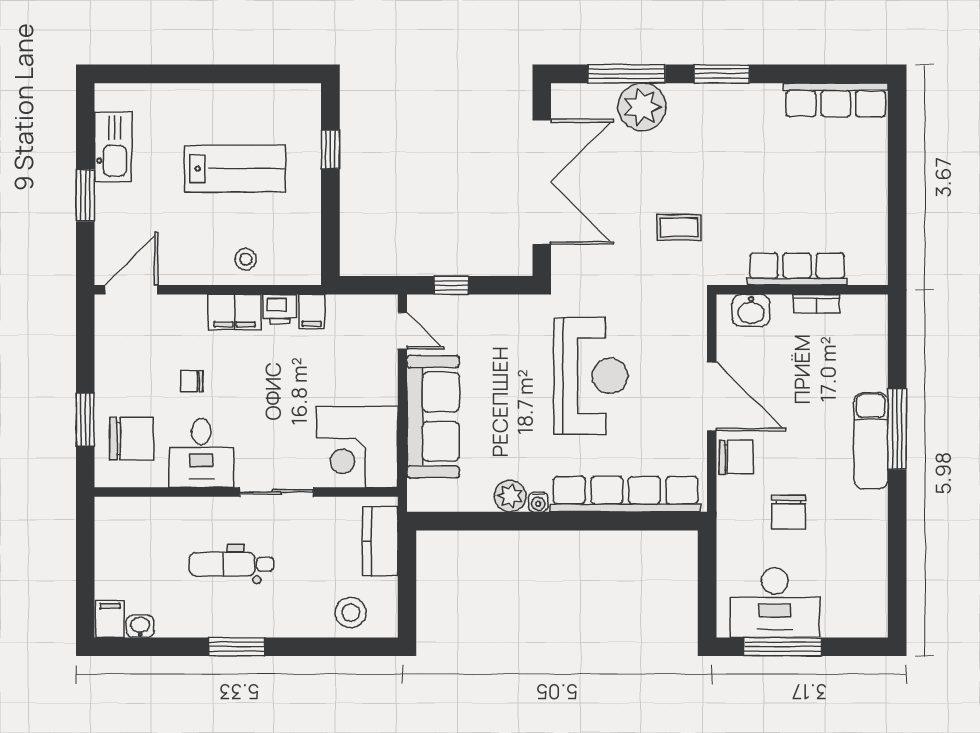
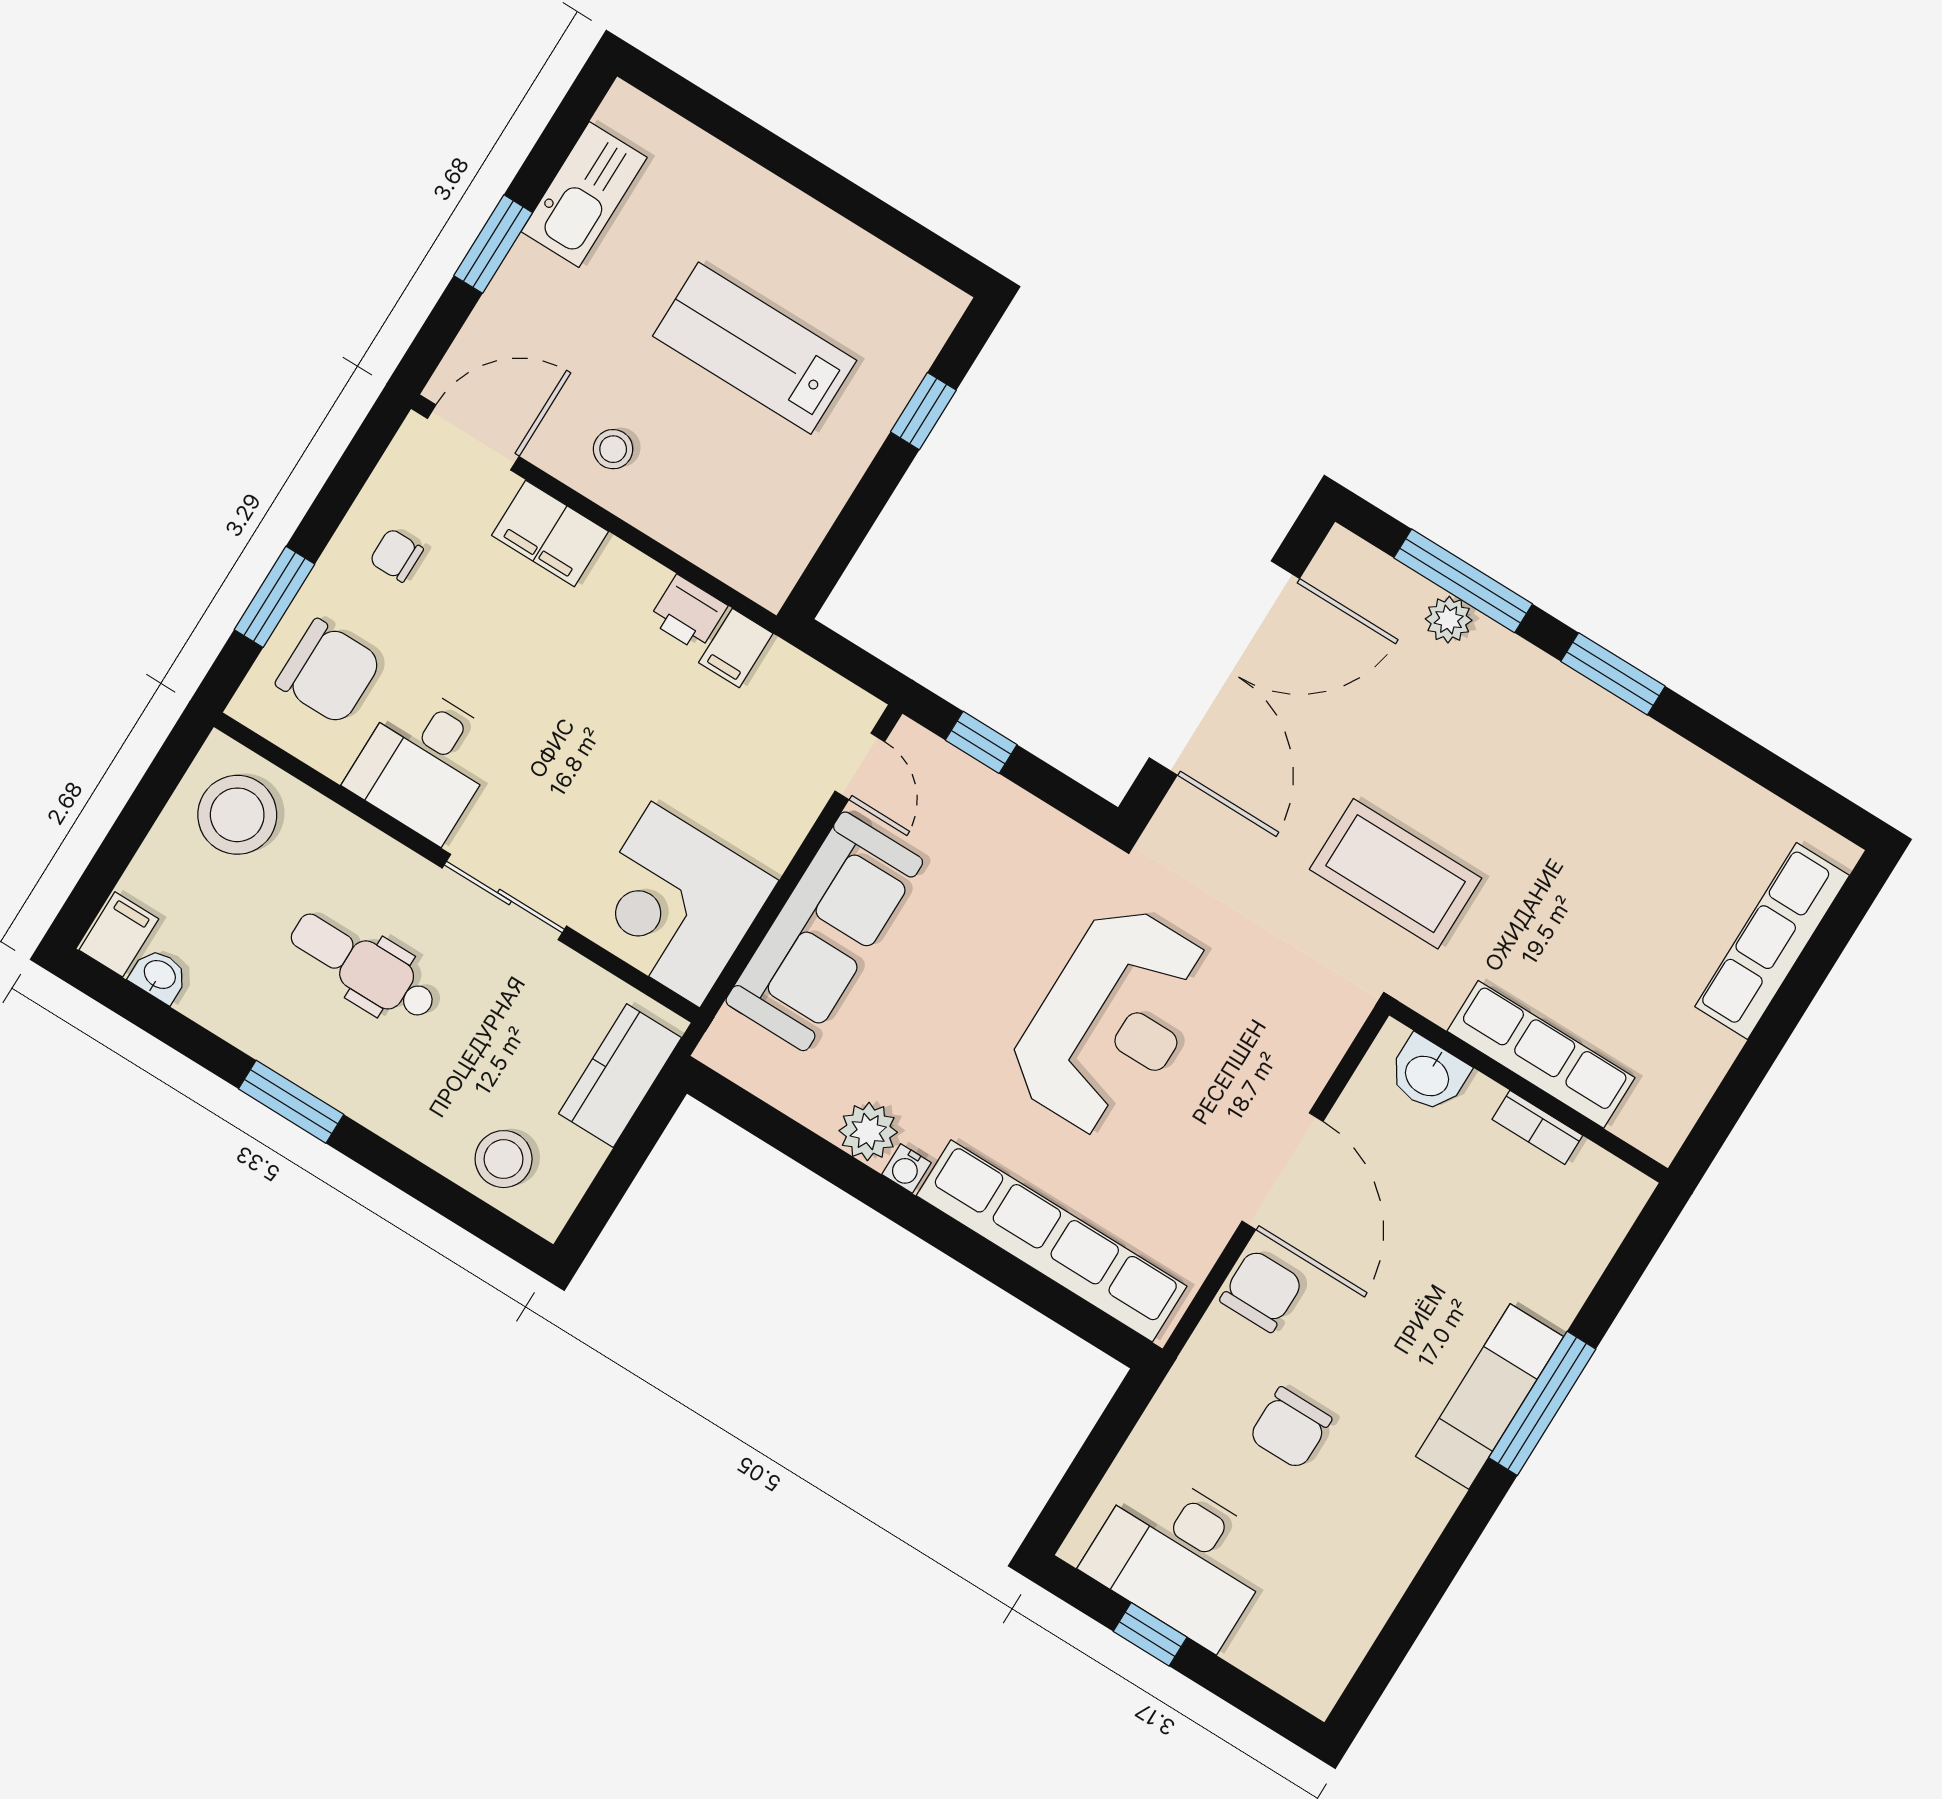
row of seats: (836, 100) -> (1772, 941), moved, turned 90
plant: (642, 107) -> (1449, 620), width x0.53, depth x0.53
lab bench: (235, 169) -> (755, 348), turned 180
coffee table: (679, 228) -> (1396, 874), width x1.86, depth x1.72
stool: (246, 259) -> (613, 449), moved
filing cabinet: (235, 312) -> (550, 533), moved
chair: (192, 381) -> (396, 555), moved
chair: (736, 457) -> (1262, 1291), turned -90
stool: (130, 530) -> (237, 815), added
window: (783, 647) -> (1150, 1634), width x0.46

